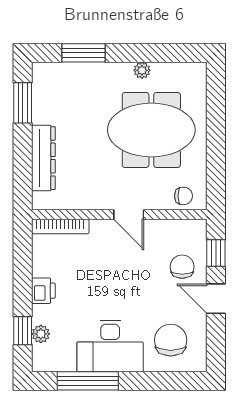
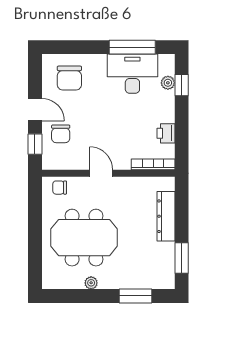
printer: (43, 291) -> (166, 133), moved
desk: (110, 346) -> (132, 74), moved

